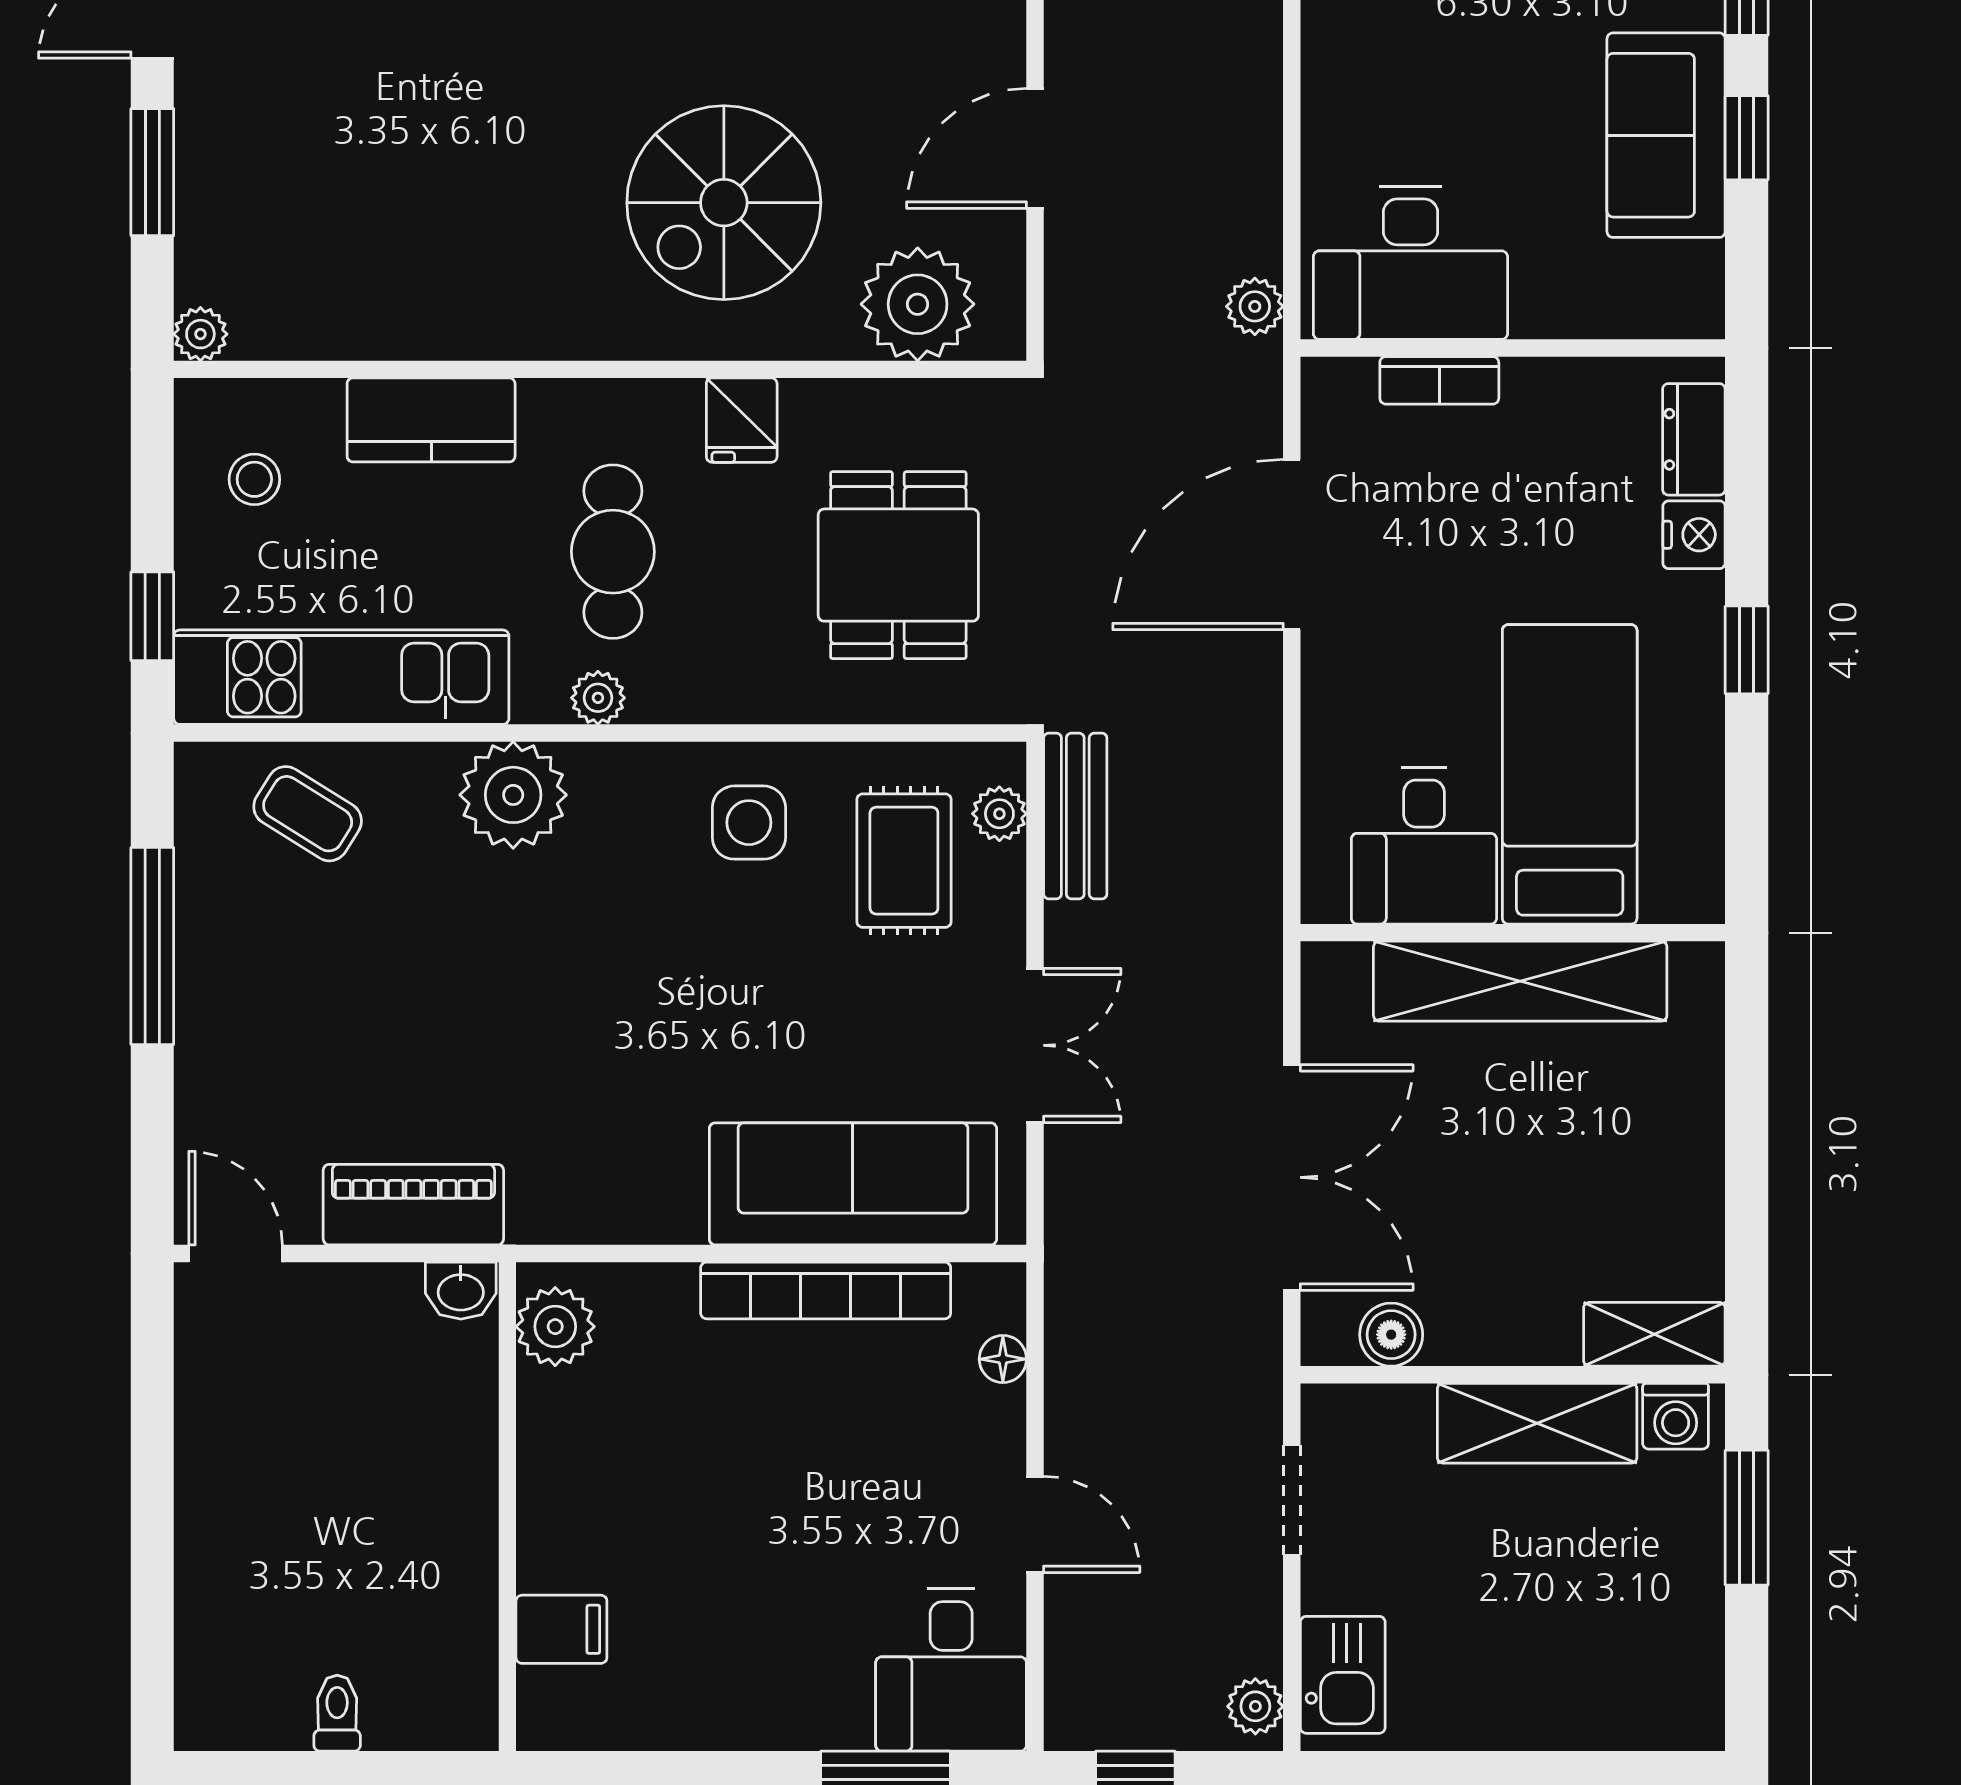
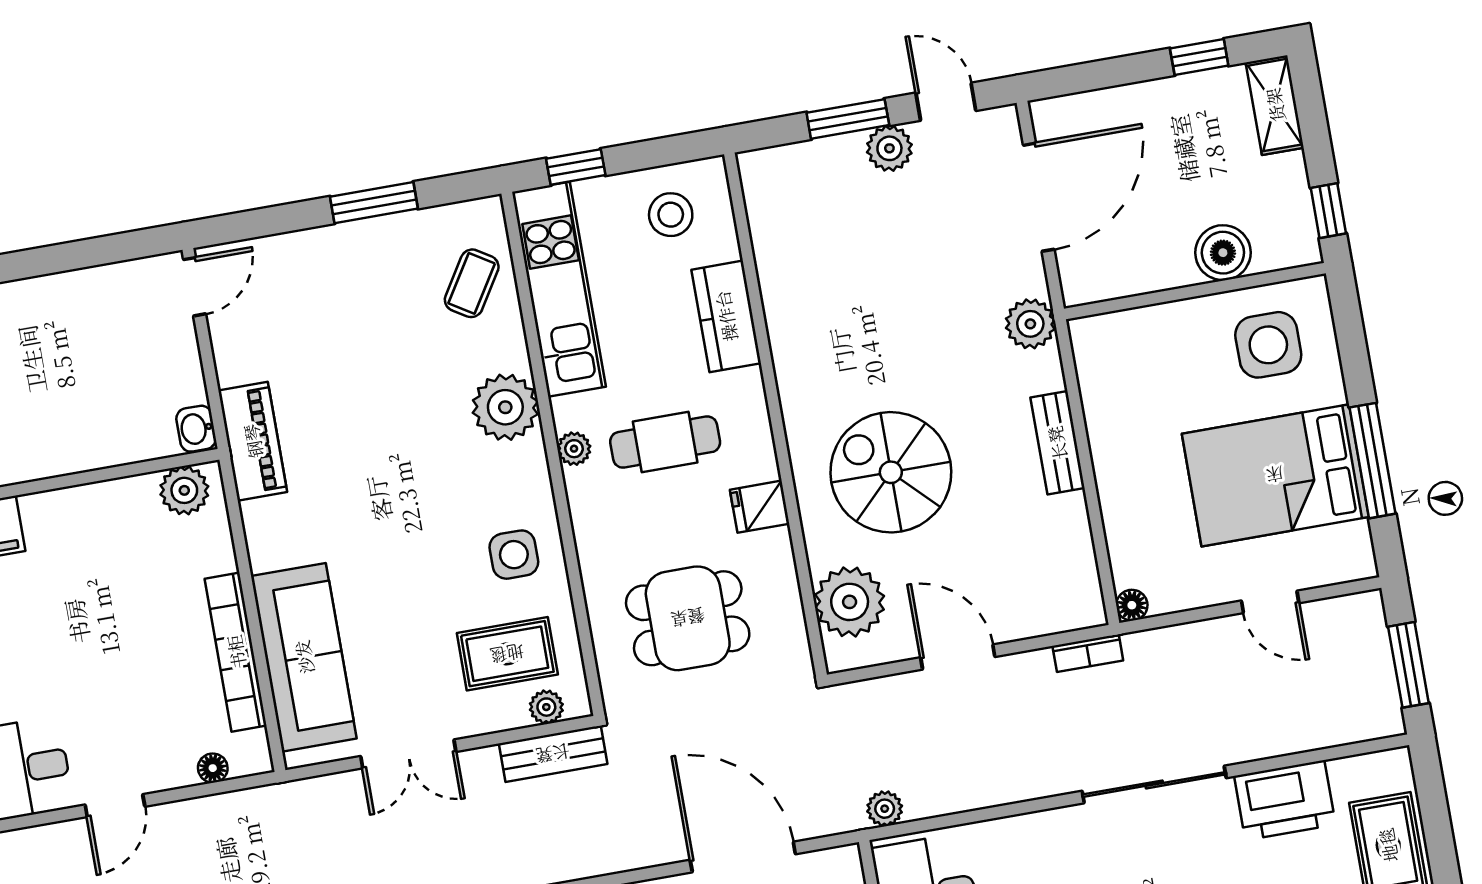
plant: (200, 334) -> (889, 148), moved, width x1.38, depth x1.38
stool: (254, 479) -> (671, 215), width x1.37, depth x1.37
window: (152, 946) -> (374, 203), width x0.69
piano: (413, 1205) -> (253, 441), moved

